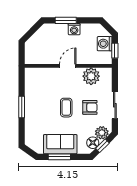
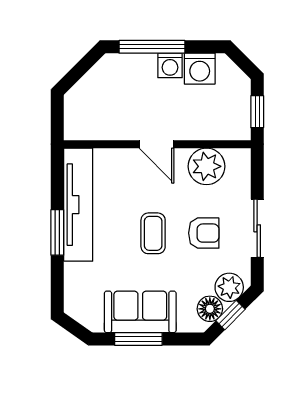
window: (66, 20) -> (152, 47), width x1.44
washing machine: (105, 44) -> (200, 69), moved, turned -90
door: (68, 66) -> (157, 144), swing flipped
tv unit: (31, 94) -> (78, 205), added

